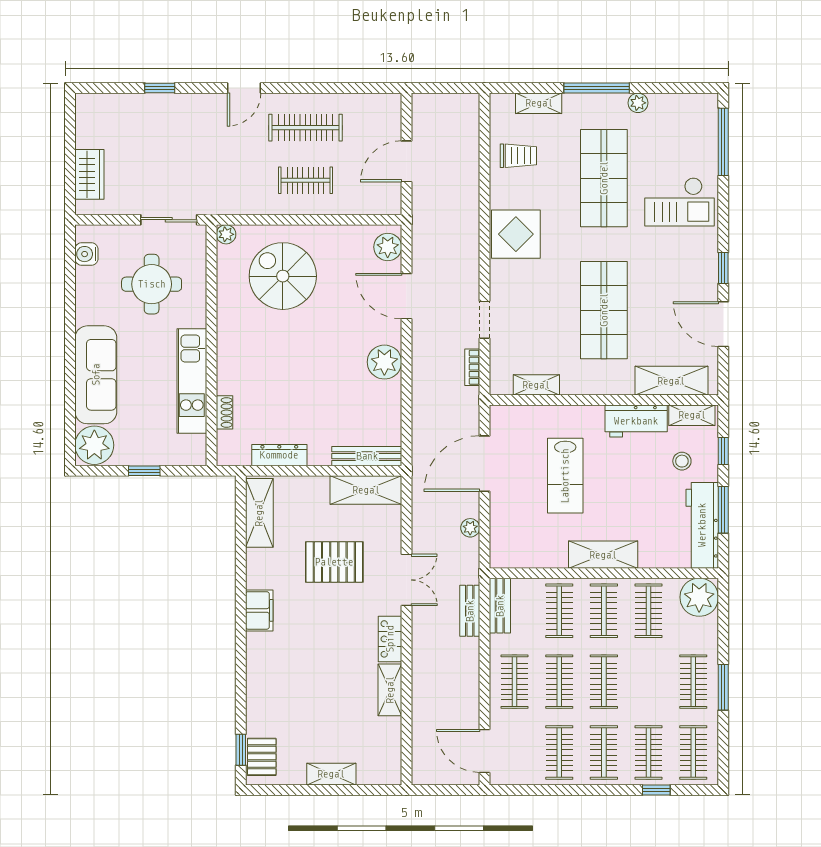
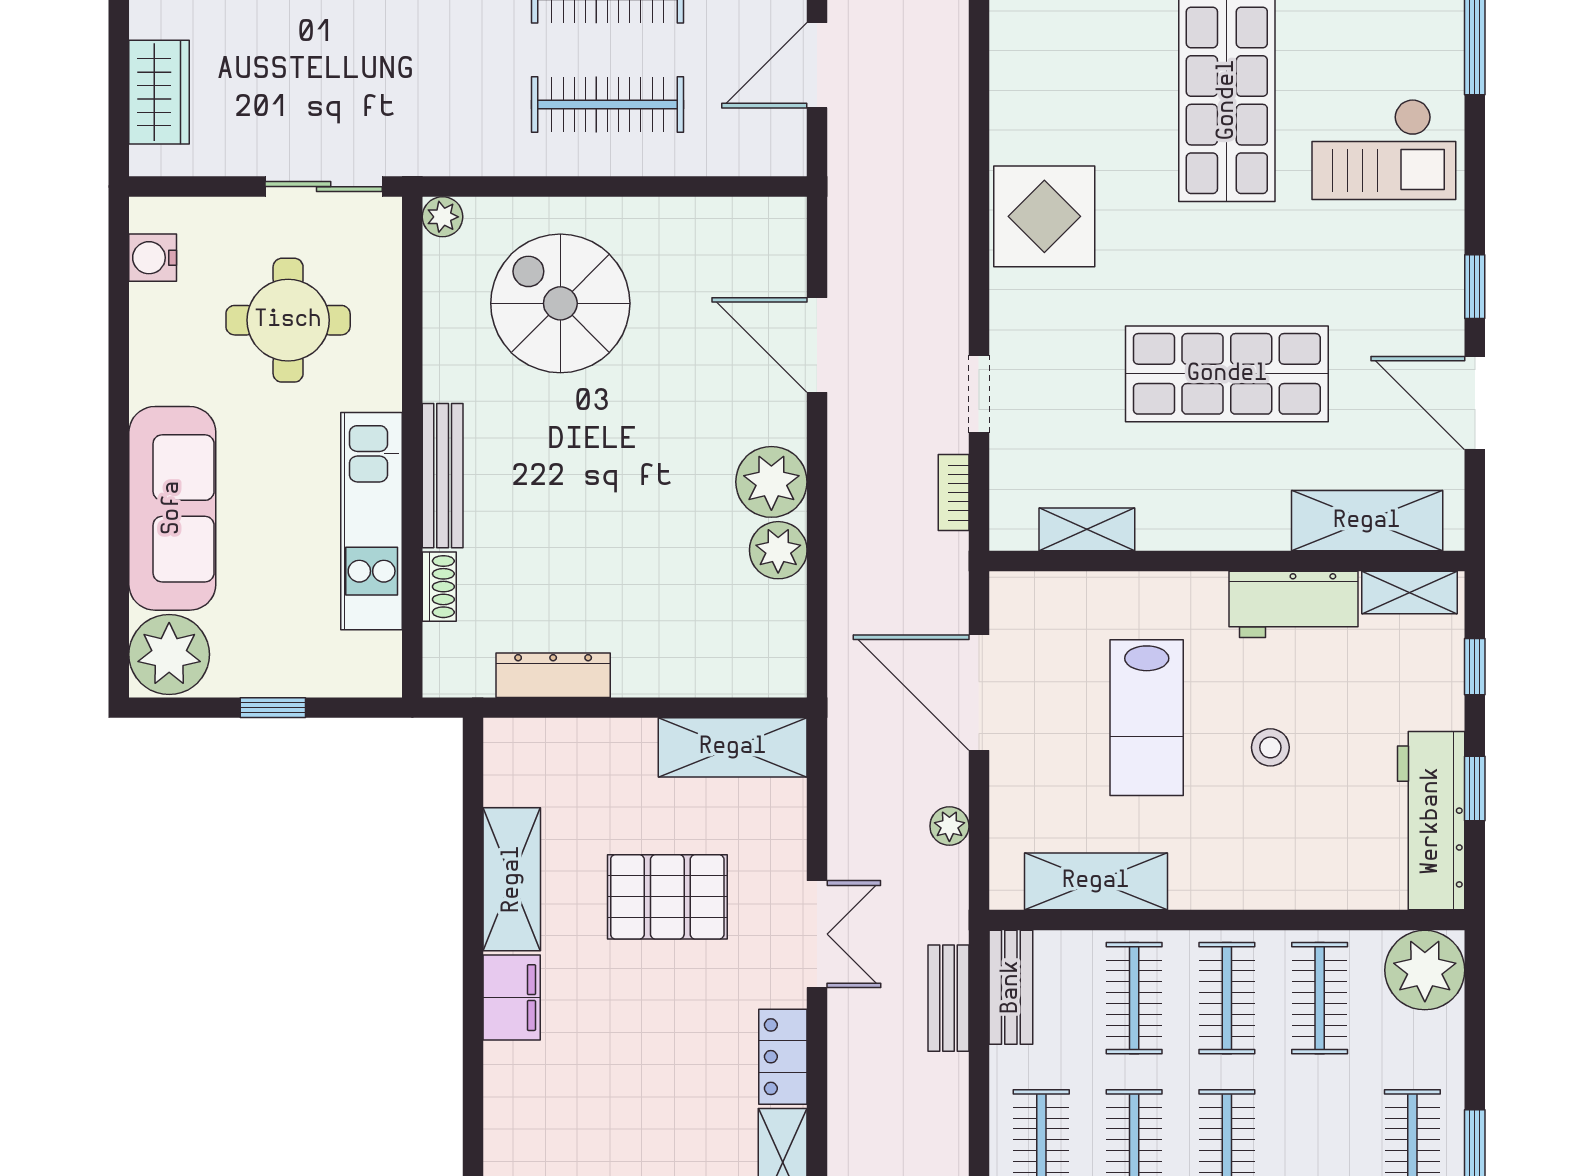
trolley: (518, 156) -> (1049, 54), removed
clothes rail: (306, 180) -> (608, 105), width x1.36
plant: (388, 247) -> (778, 550), moved
shop shelf: (604, 310) -> (1227, 374), turned 90
bench: (367, 456) -> (443, 476), moved, turned 90
stool: (682, 461) -> (1270, 747), moved
door: (484, 464) -> (979, 693), hinge flipped
window: (723, 510) -> (1475, 788), width x0.67
shelving: (259, 513) -> (512, 879), moved
shelving: (603, 555) -> (1096, 881), moved

